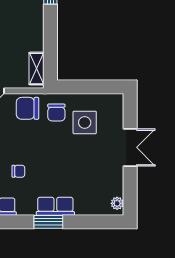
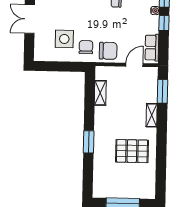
shelving: (37, 69) -> (100, 93), moved

